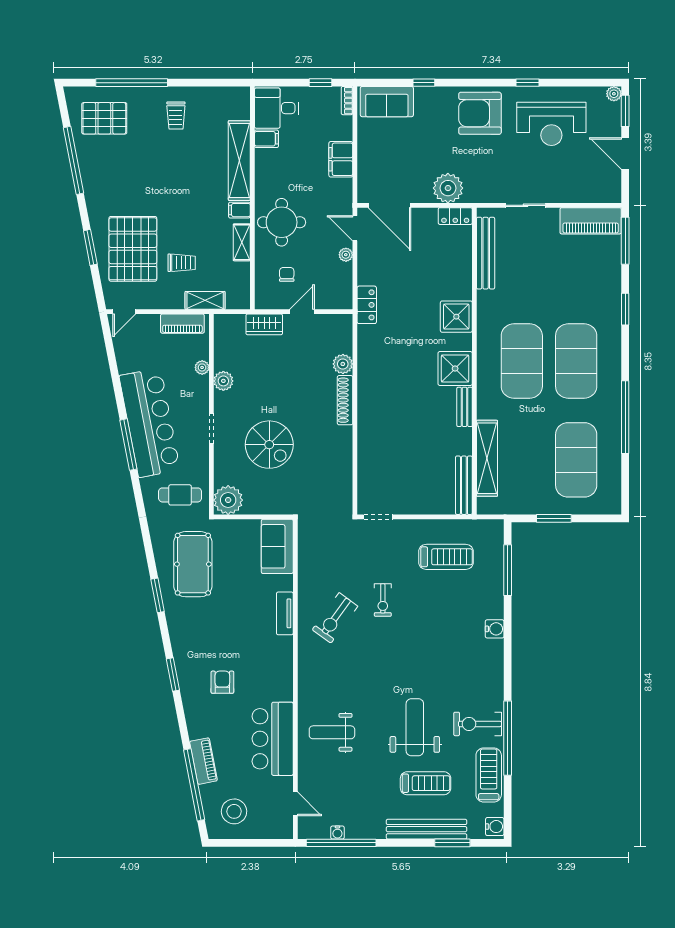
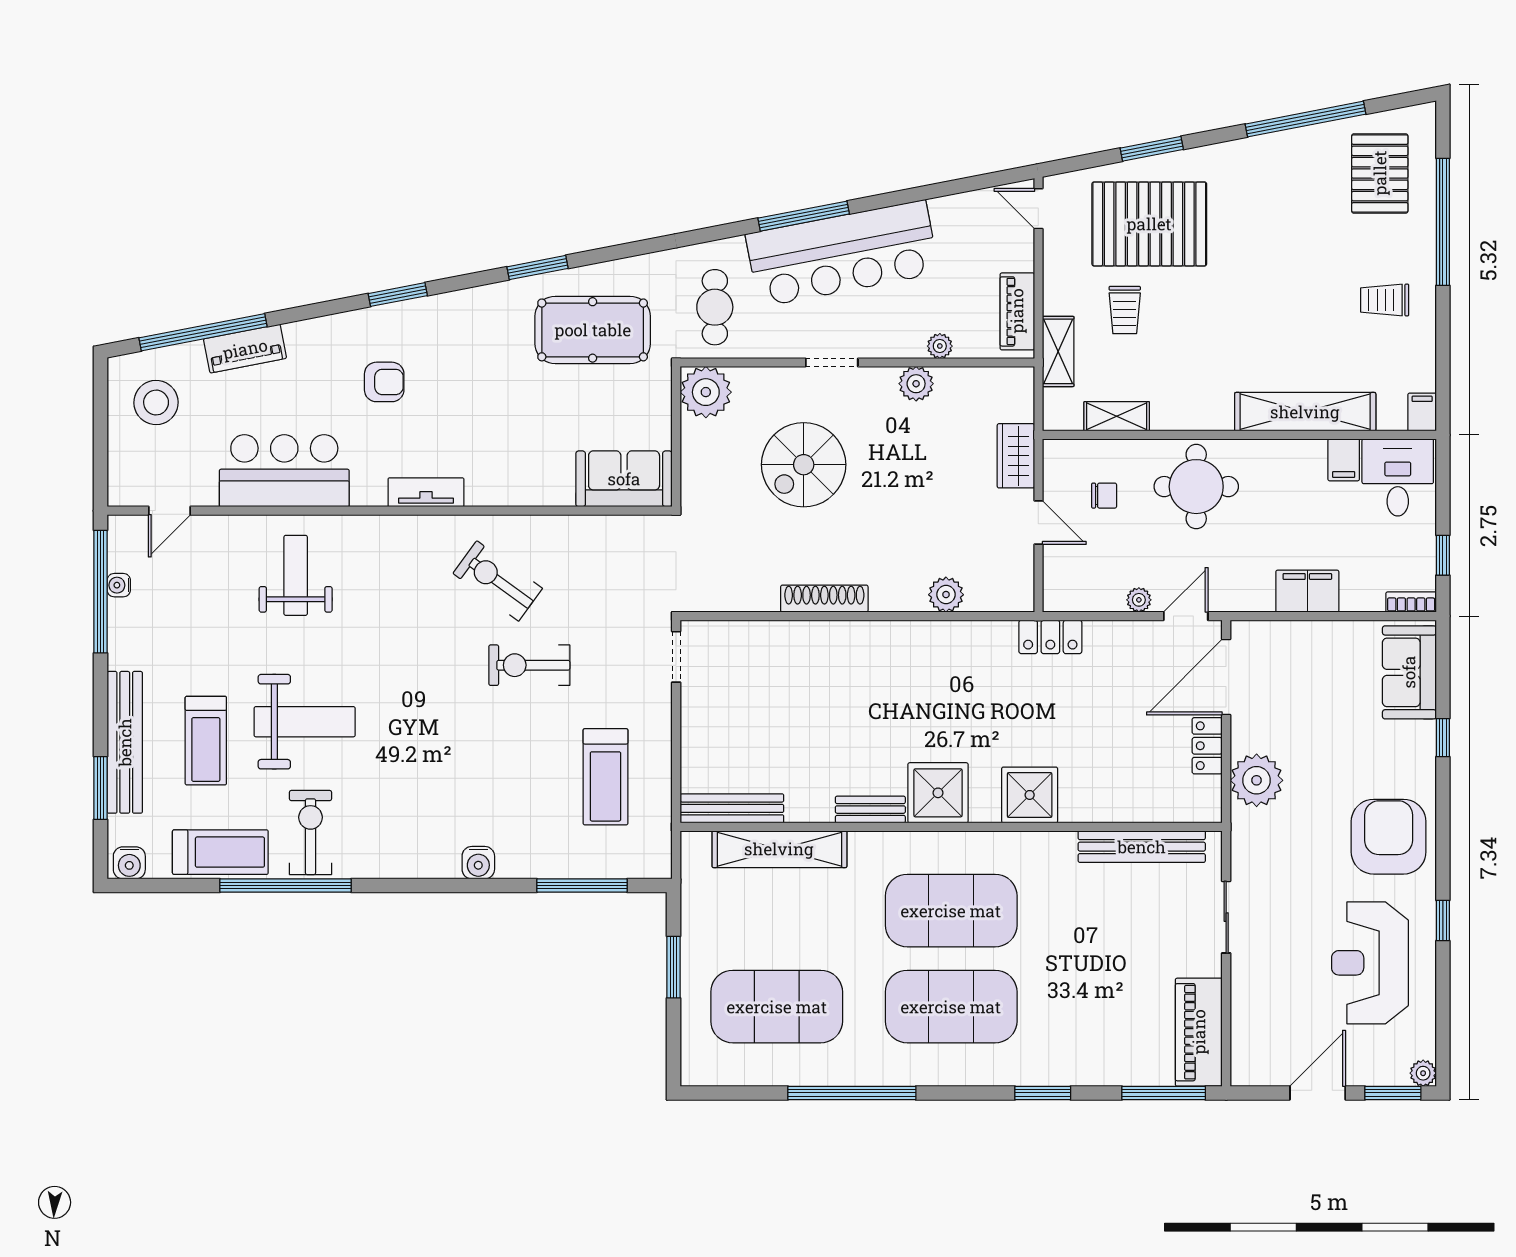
filing cabinet: (239, 210) -> (1422, 412), moved
locker: (455, 216) -> (1207, 746), moved
shelving: (242, 242) -> (1117, 416), moved
shoe rack: (345, 400) -> (824, 599), moved
exercise bike: (383, 600) -> (529, 665), width x1.38, depth x1.39
tv unit: (285, 613) -> (426, 492), moved

